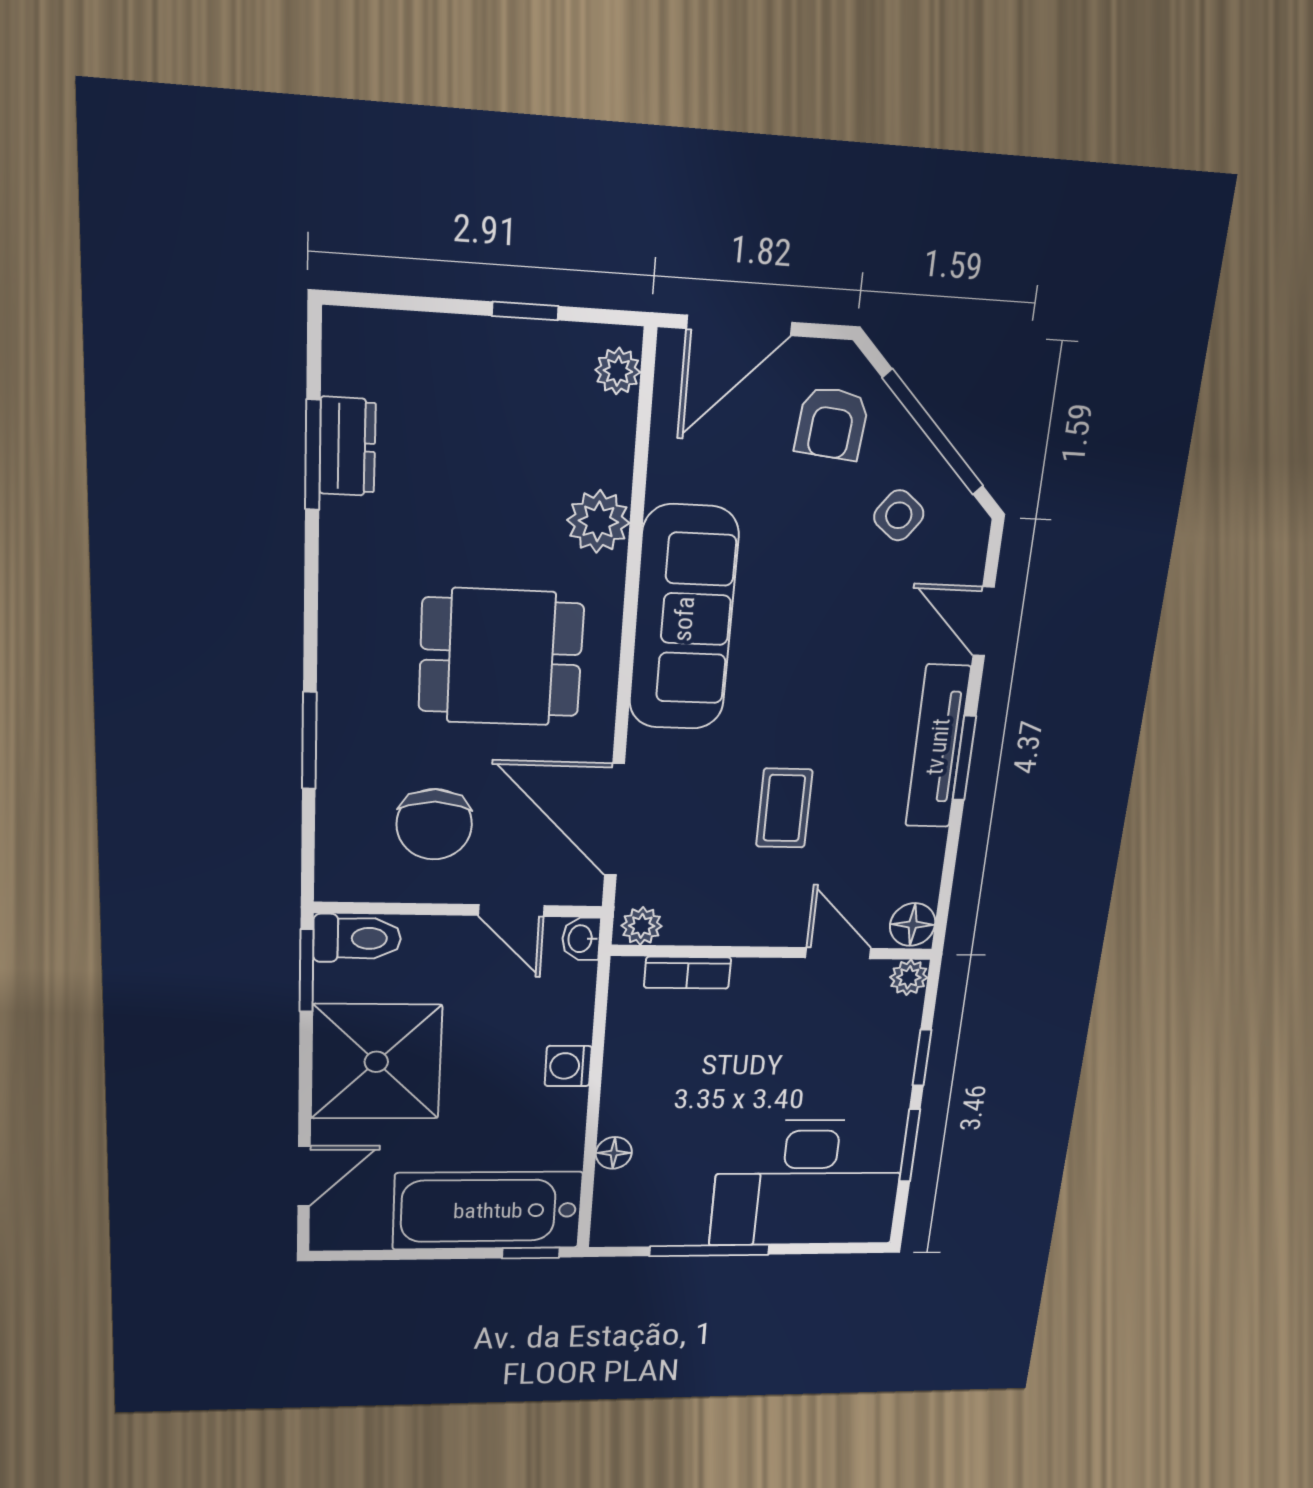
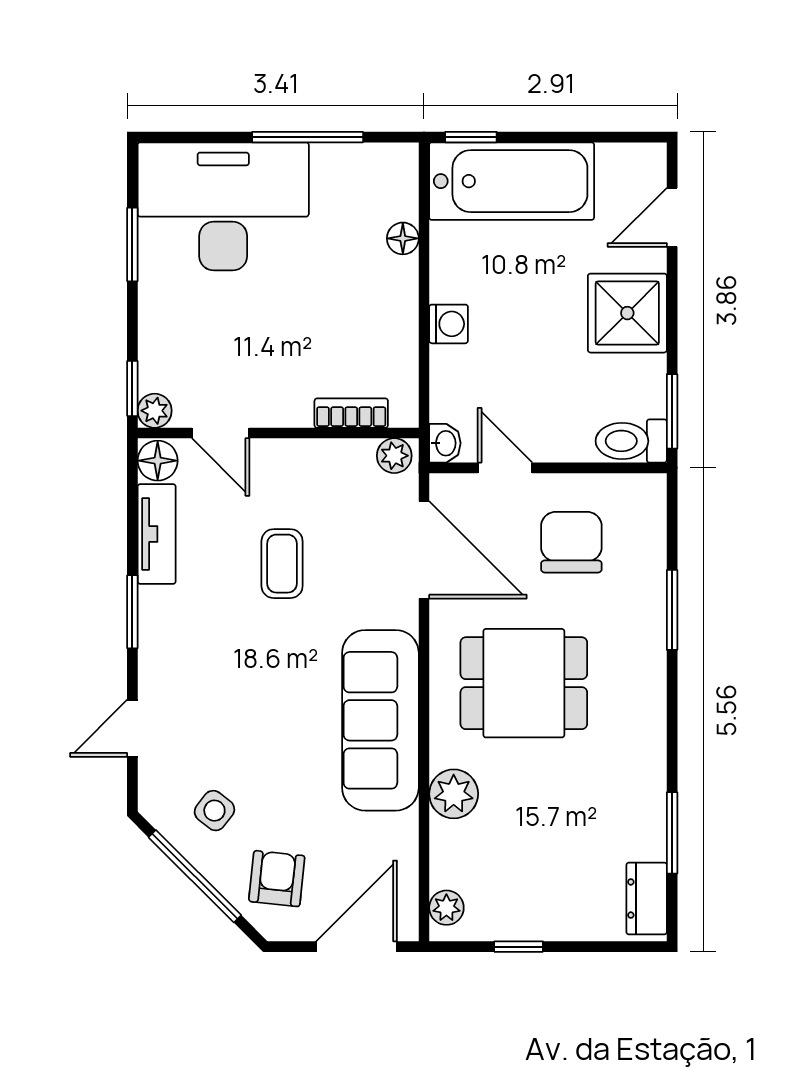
dresser: (347, 447) -> (647, 899), moved
door: (984, 621) -> (132, 728), swing flipped
tv unit: (938, 747) -> (157, 534), moved, width x0.71
window: (922, 1058) -> (132, 388), moved
shower: (376, 1062) -> (627, 313), width x0.73, depth x0.73

